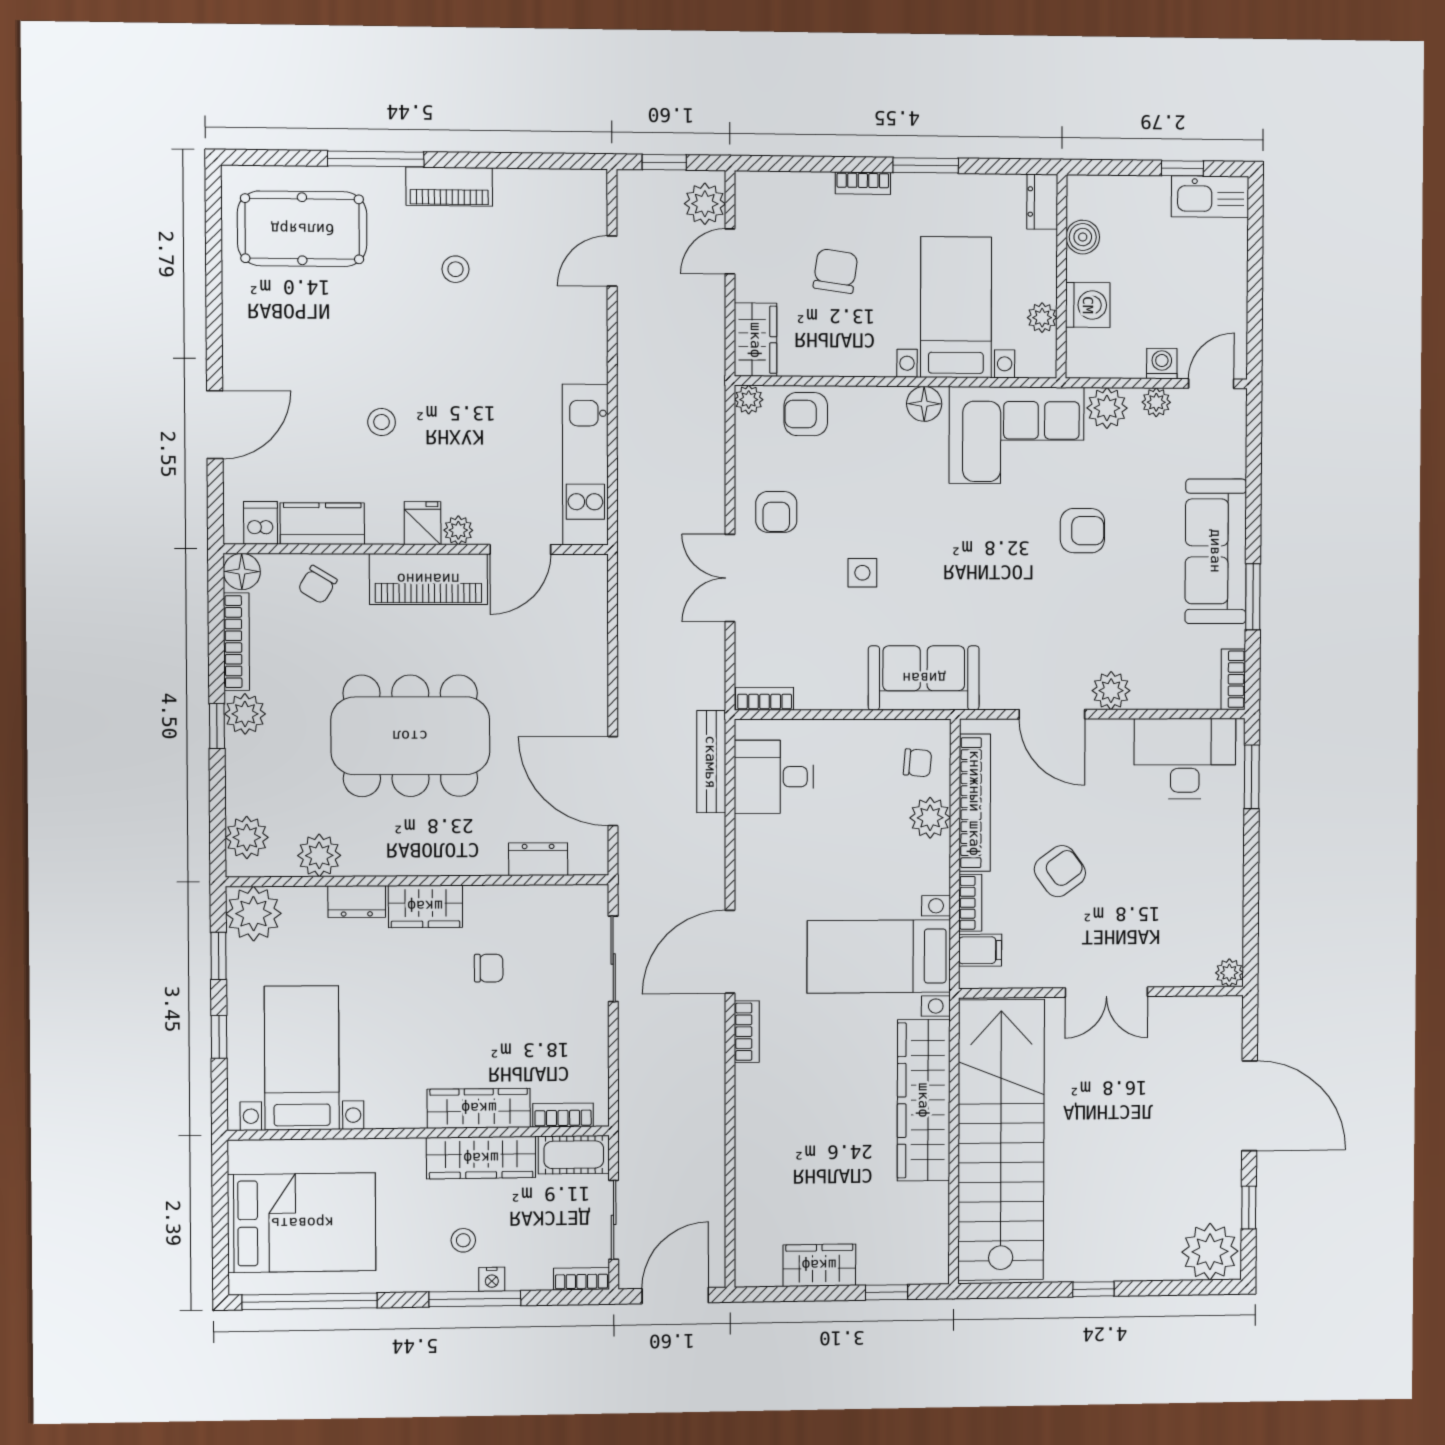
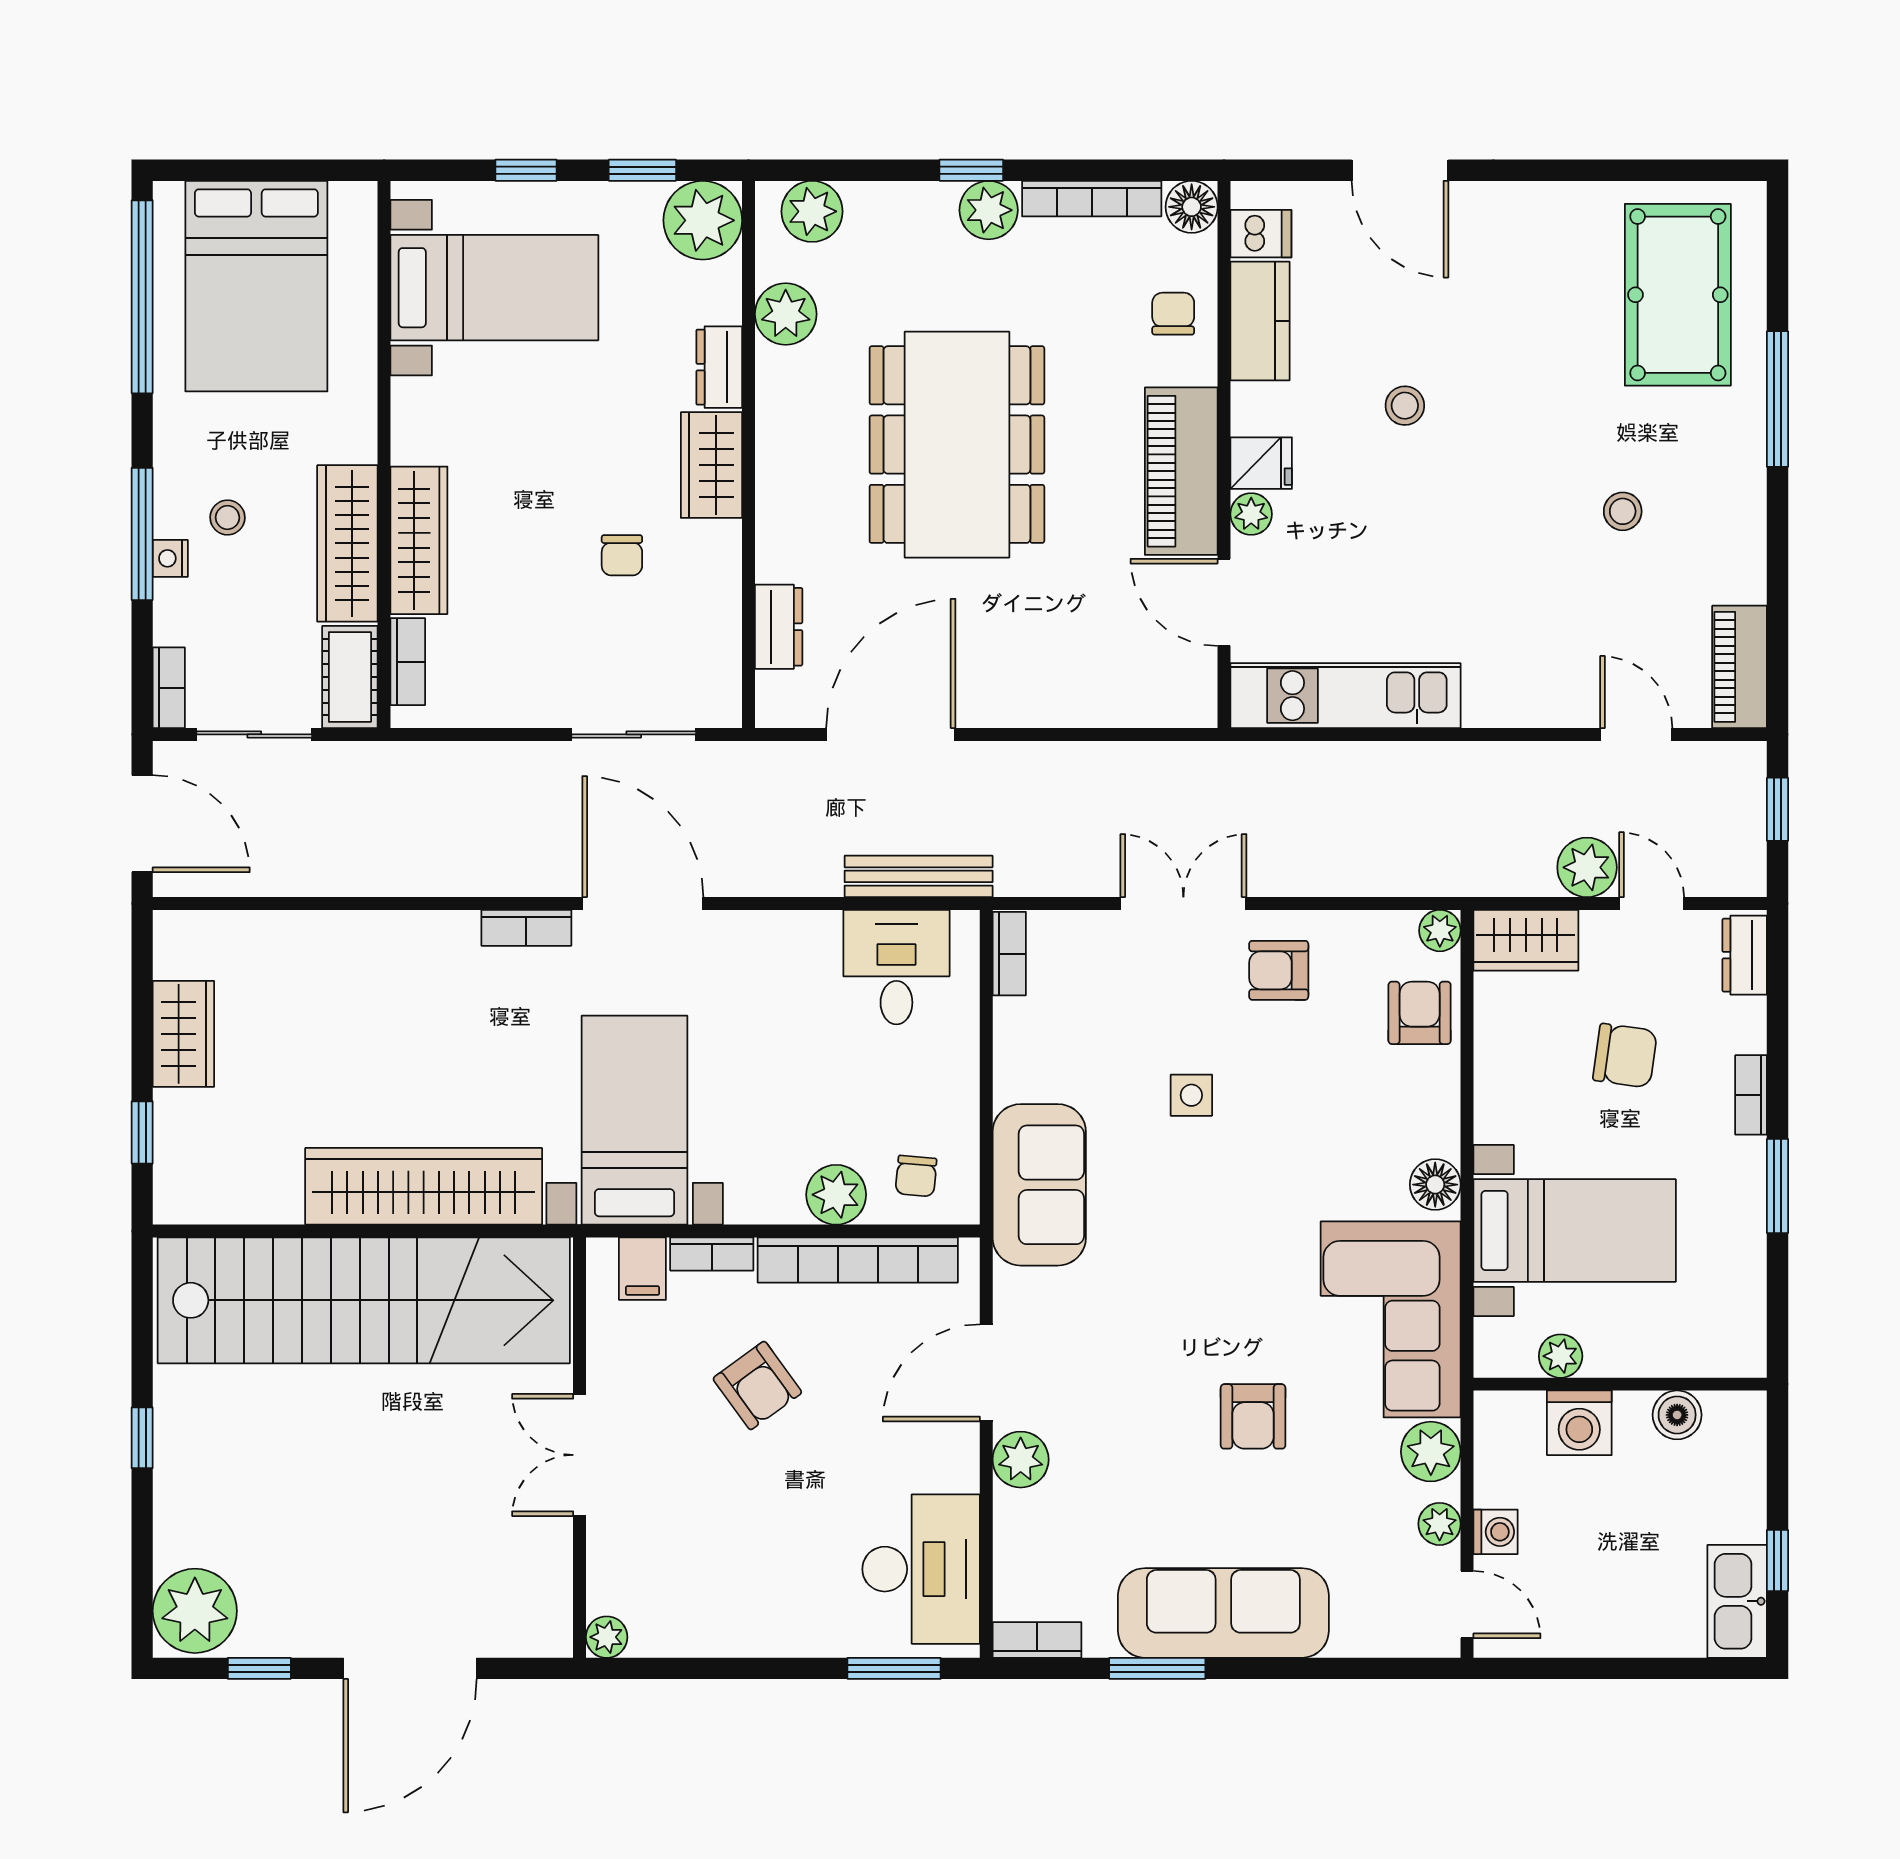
piano: (449, 187) -> (1740, 667), moved
dresser: (1042, 202) -> (1745, 955), moved, turned -90
plant: (705, 204) -> (1587, 867), moved
chair: (317, 585) -> (1173, 314), turned 59

